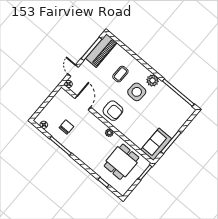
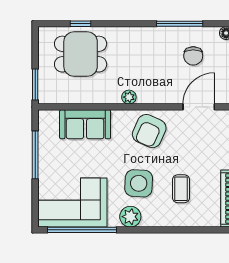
door: (83, 103) -> (199, 107), swing flipped
corner sofa: (172, 108) -> (72, 203), added
armchair: (113, 111) -> (149, 131), turned -66
sofa: (156, 144) -> (85, 124), moved, turned 90
dining table: (122, 162) -> (81, 54), moved, turned 90

